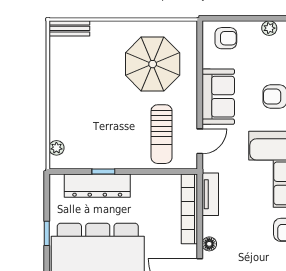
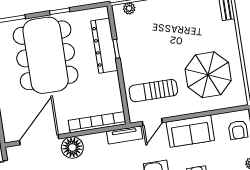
door: (200, 141) -> (152, 122), hinge flipped
tv unit: (210, 194) -> (125, 135), moved
floor lamp: (209, 244) -> (72, 147), width x1.89, depth x1.89

